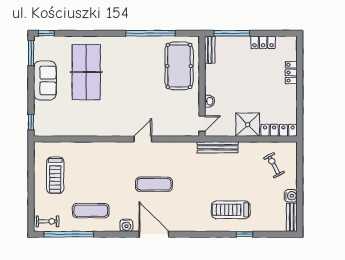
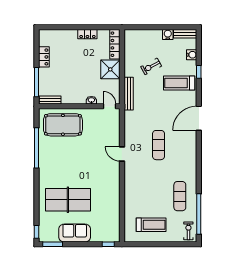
locker: (291, 73) -> (87, 34), moved
exercise bike: (274, 165) -> (151, 66), moved
treadmill: (231, 210) -> (179, 83), turned 90
water cooler: (126, 225) -> (192, 55), moved
door: (154, 234) -> (199, 118), moved

